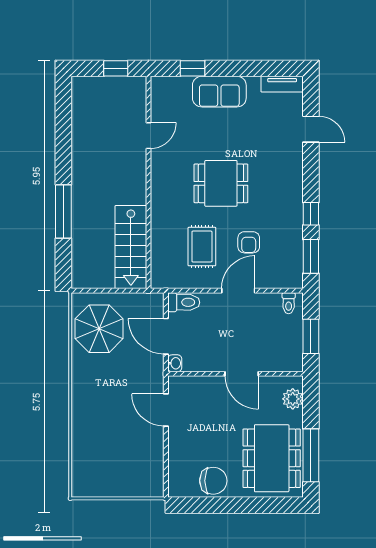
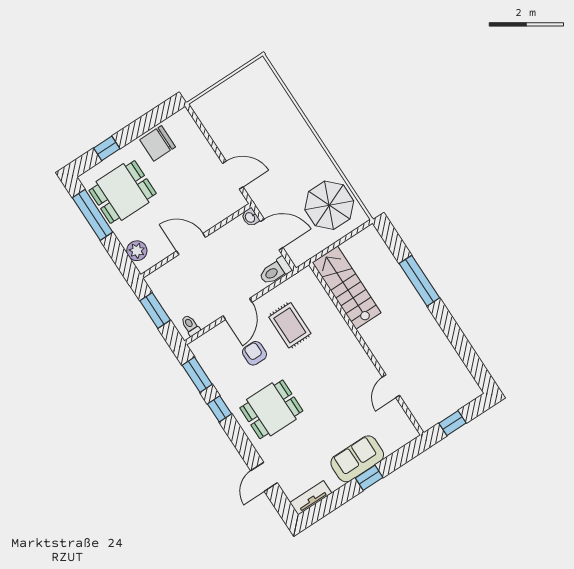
window: (193, 68) -> (369, 478), moved
door: (311, 129) -> (264, 477), hinge flipped
dining table: (221, 183) -> (271, 409), moved
dining table: (272, 458) -> (123, 192), width x0.73
window: (261, 505) -> (107, 148), added

